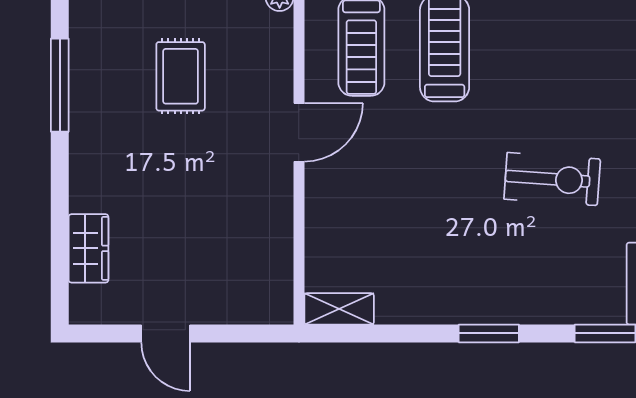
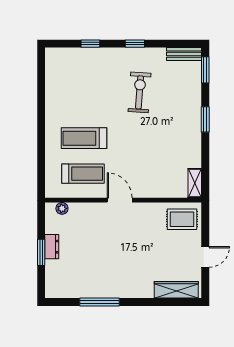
rug: (181, 76) -> (182, 219), moved
wardrobe: (88, 248) -> (176, 290), width x1.50

